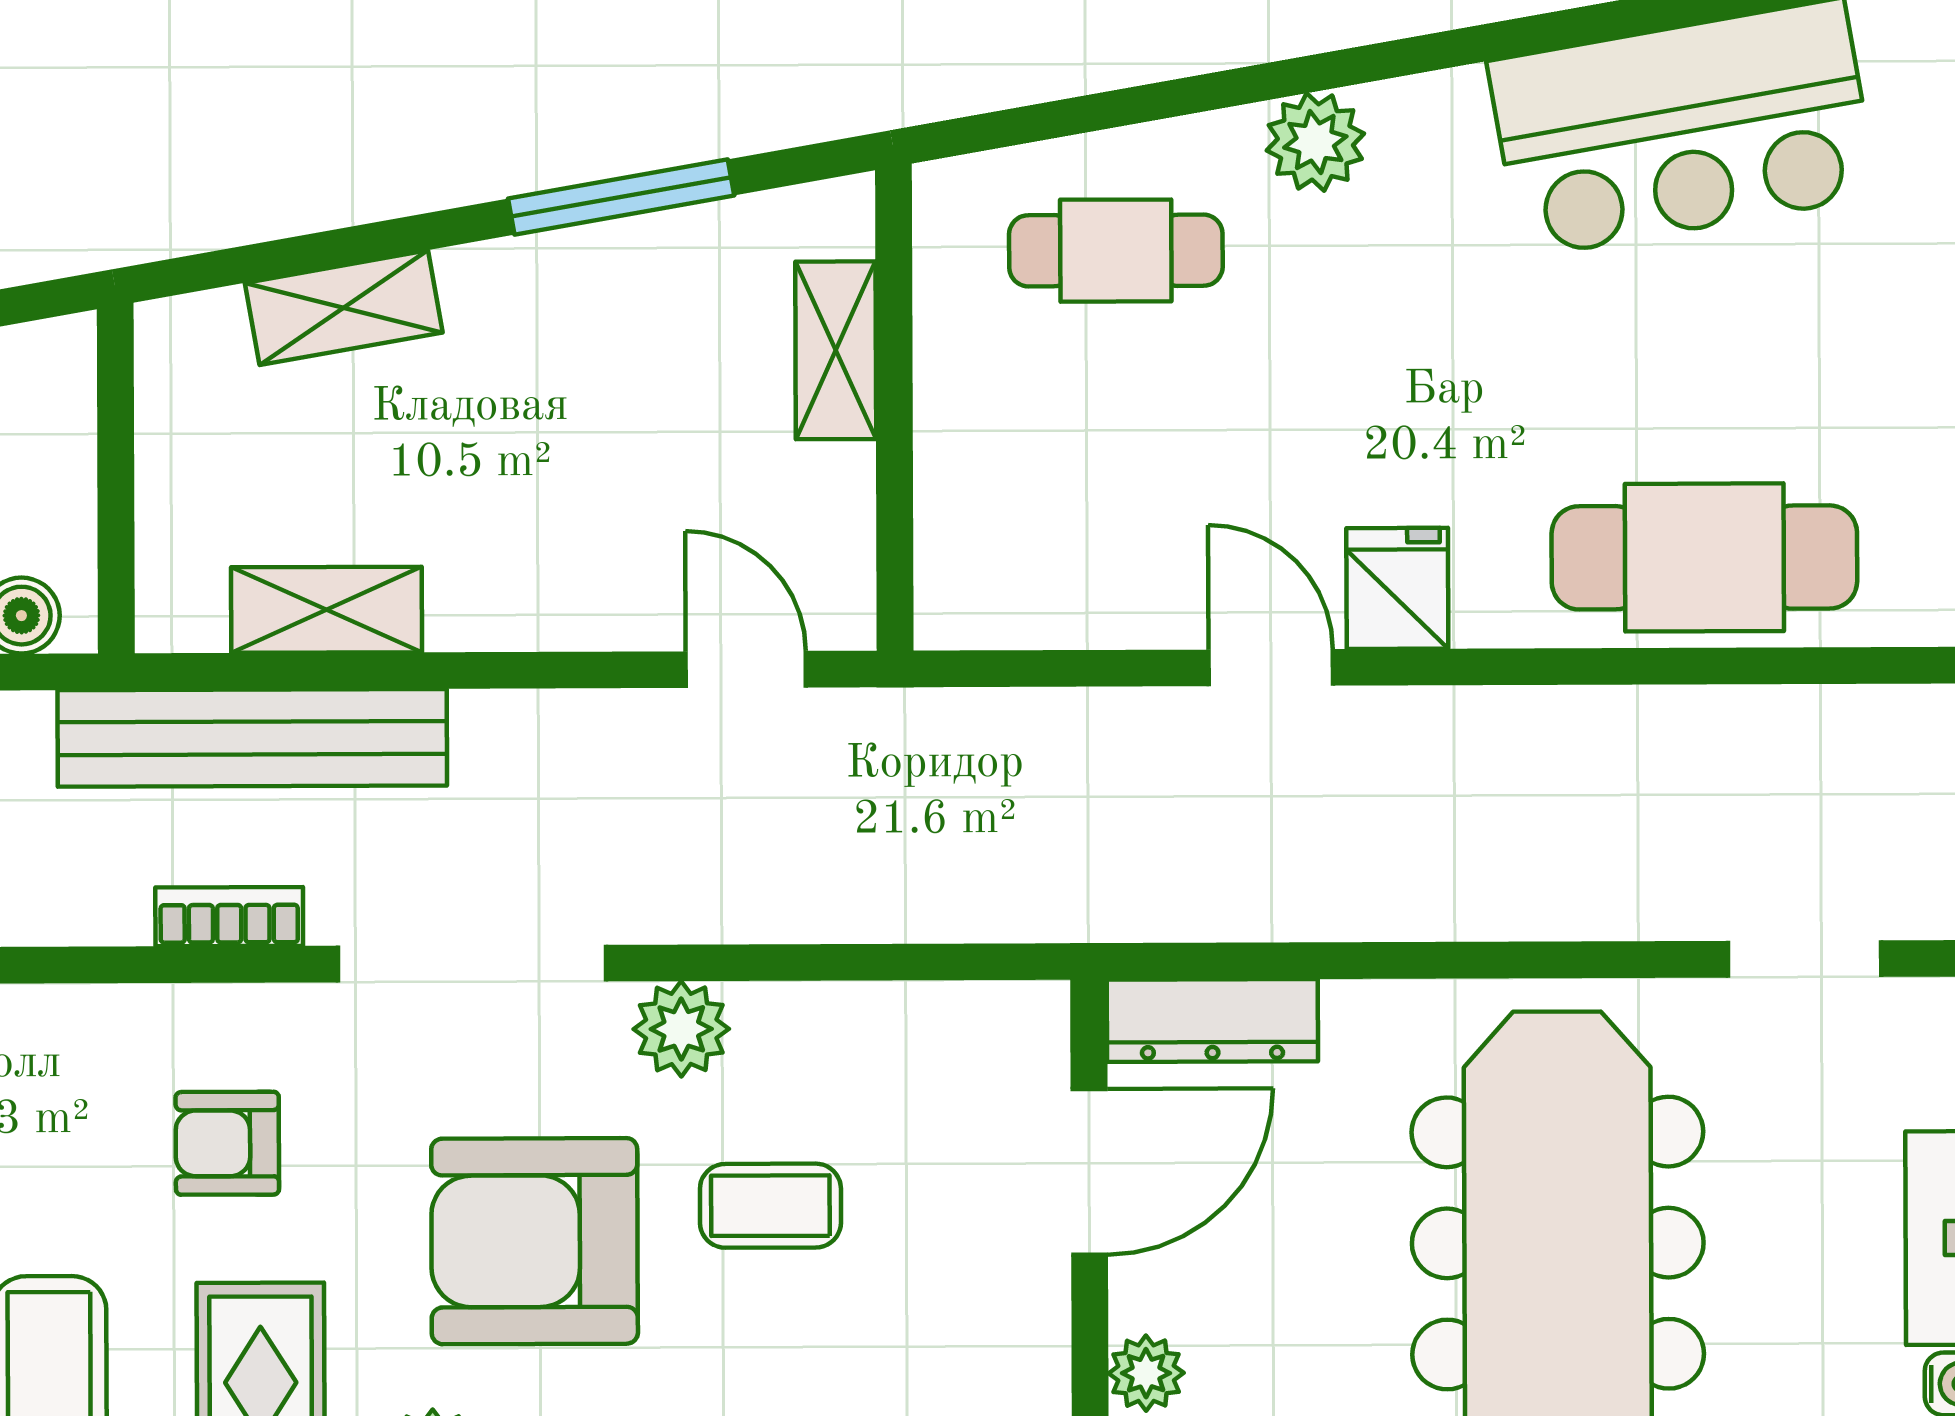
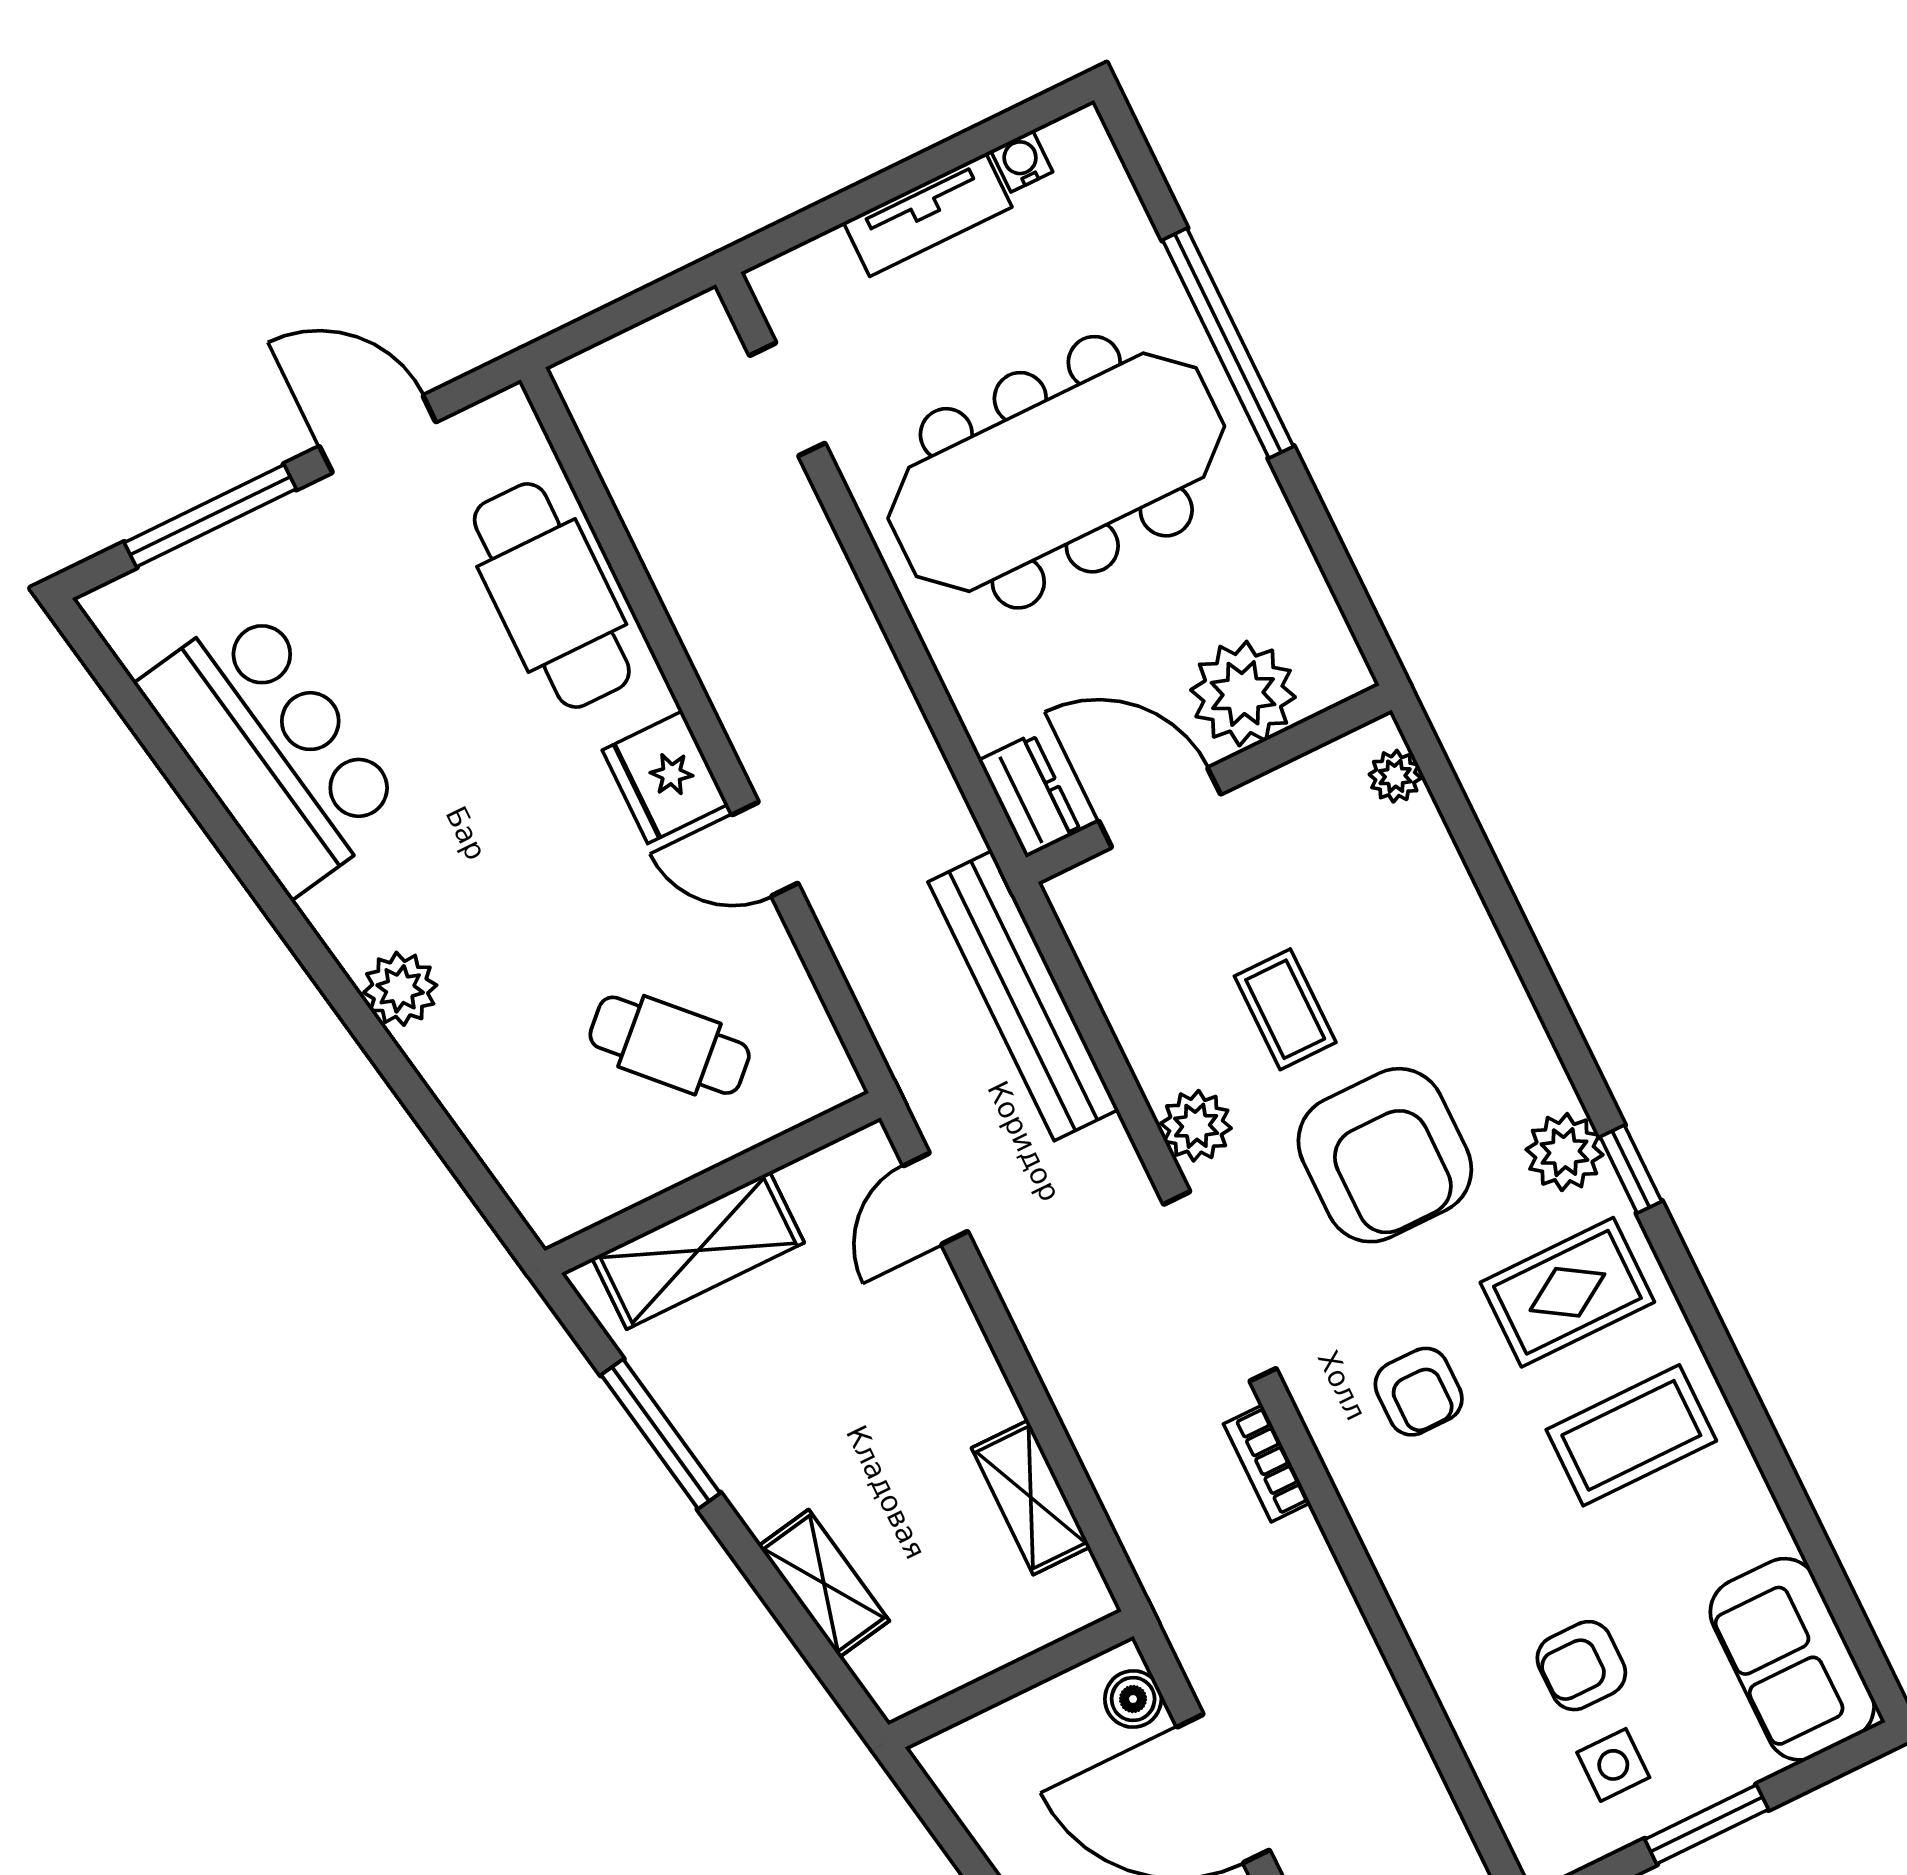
cafe table: (1116, 251) -> (670, 1045), moved, turned -44
shelving: (836, 350) -> (698, 1250), width x1.50, depth x1.33
fridge: (1397, 588) -> (665, 777), width x1.38
door: (1271, 668) -> (765, 849), hinge flipped
bench: (252, 738) -> (1023, 996), moved
dresser: (1212, 1021) -> (1030, 796), width x0.70
plant: (1146, 1373) -> (1243, 694), width x1.88, depth x1.88

